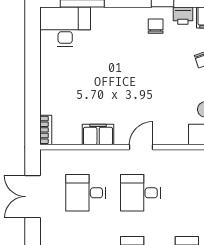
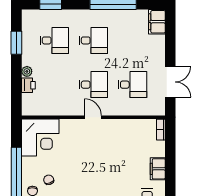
filing cabinet: (98, 135) -> (158, 169), moved, turned 90
door: (141, 147) -> (93, 117), swing flipped

